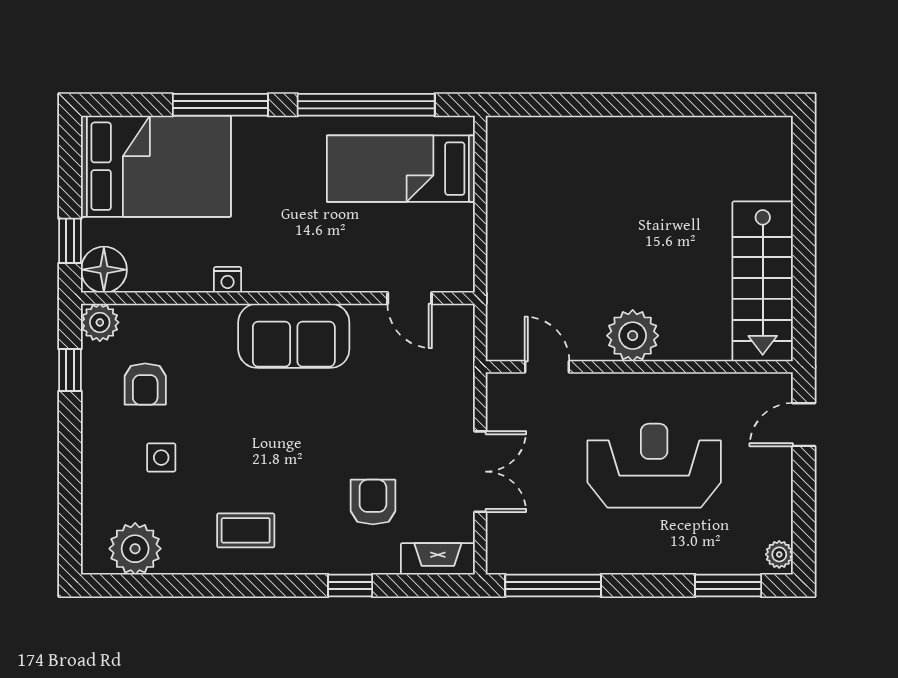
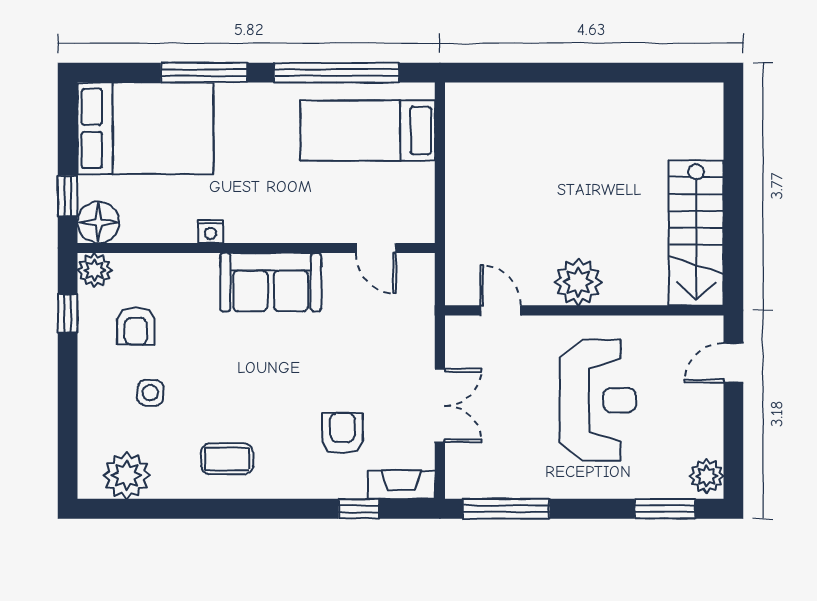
reception desk: (654, 466) -> (598, 400), turned 90
plant: (779, 554) -> (707, 476), width x1.38, depth x1.38
window: (350, 585) -> (359, 509), moved

